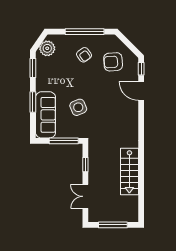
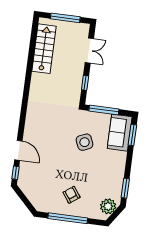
armchair: (113, 62) -> (43, 184), removed
window: (33, 102) -> (132, 135), moved
sofa: (46, 115) -> (120, 133), width x0.73
stairs: (129, 172) -> (44, 49), moved

